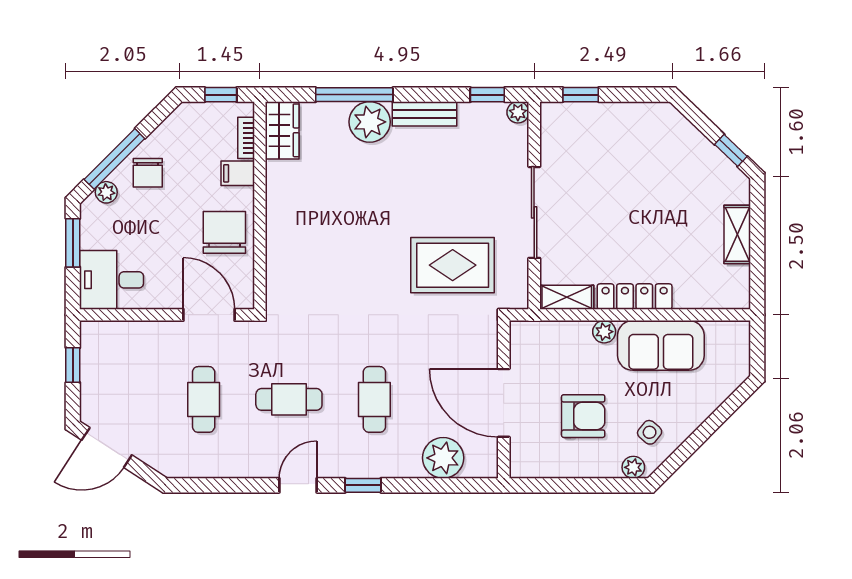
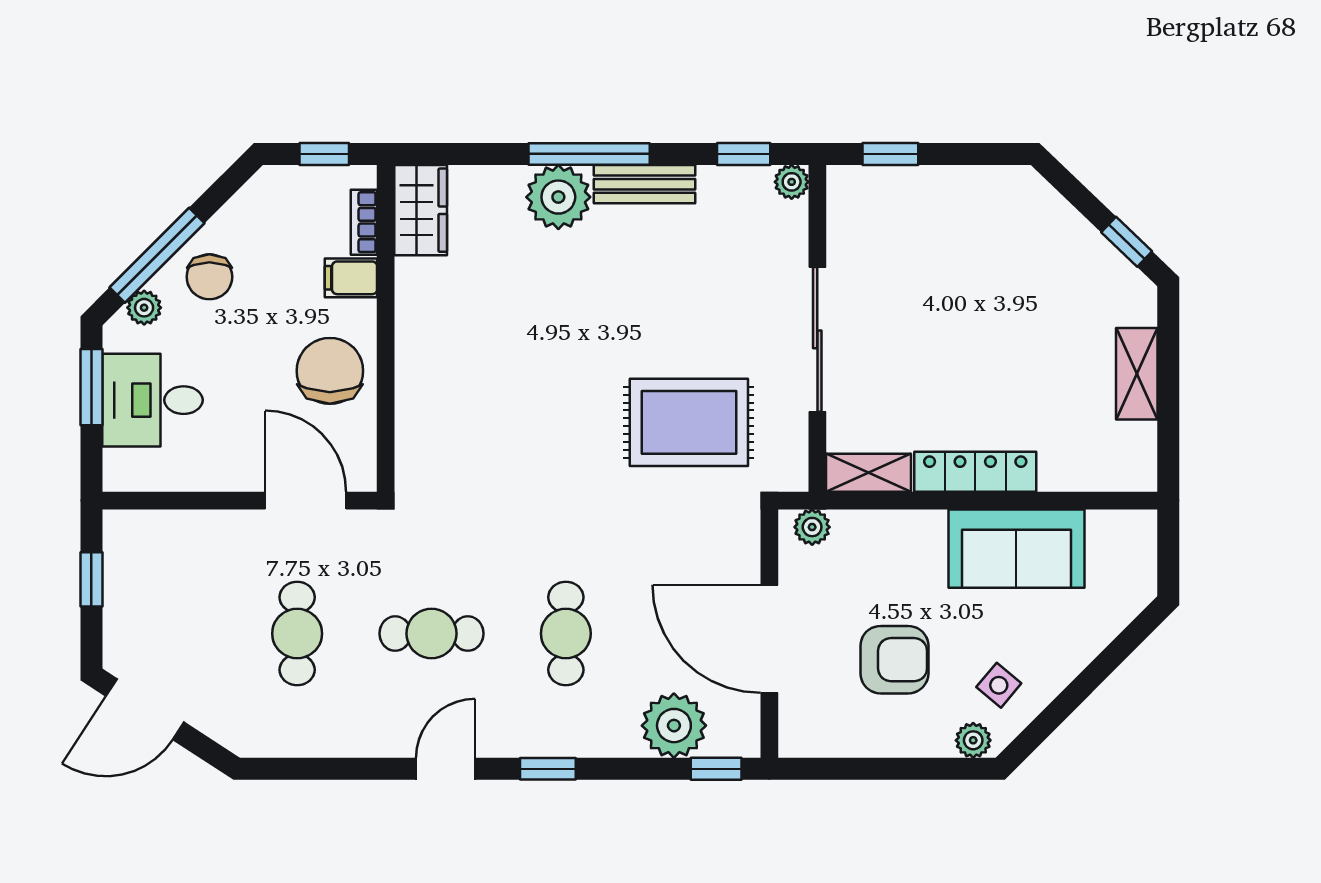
window: (354, 95) -> (589, 154), moved
desk: (112, 280) -> (152, 400), moved
plant: (604, 332) -> (812, 527), moved
window: (470, 485) -> (716, 769), added

